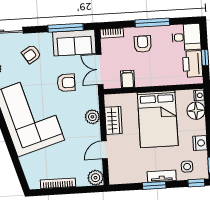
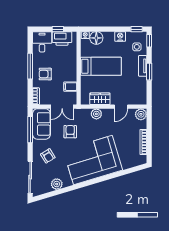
bed: (158, 119) -> (101, 66), width x0.67
door: (104, 150) -> (121, 107), hinge flipped

